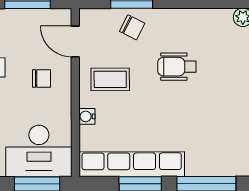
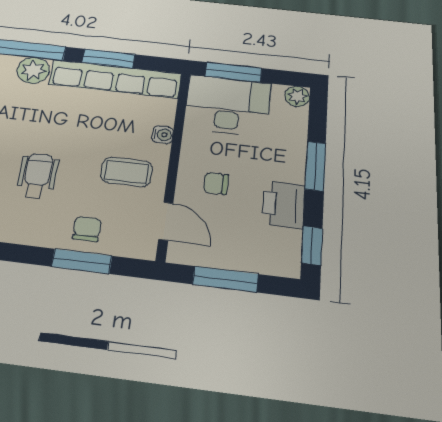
chair: (132, 27) -> (87, 229), turned 63
wheelchair: (177, 67) -> (37, 176), turned -90
plant: (199, 164) -> (33, 70), added

